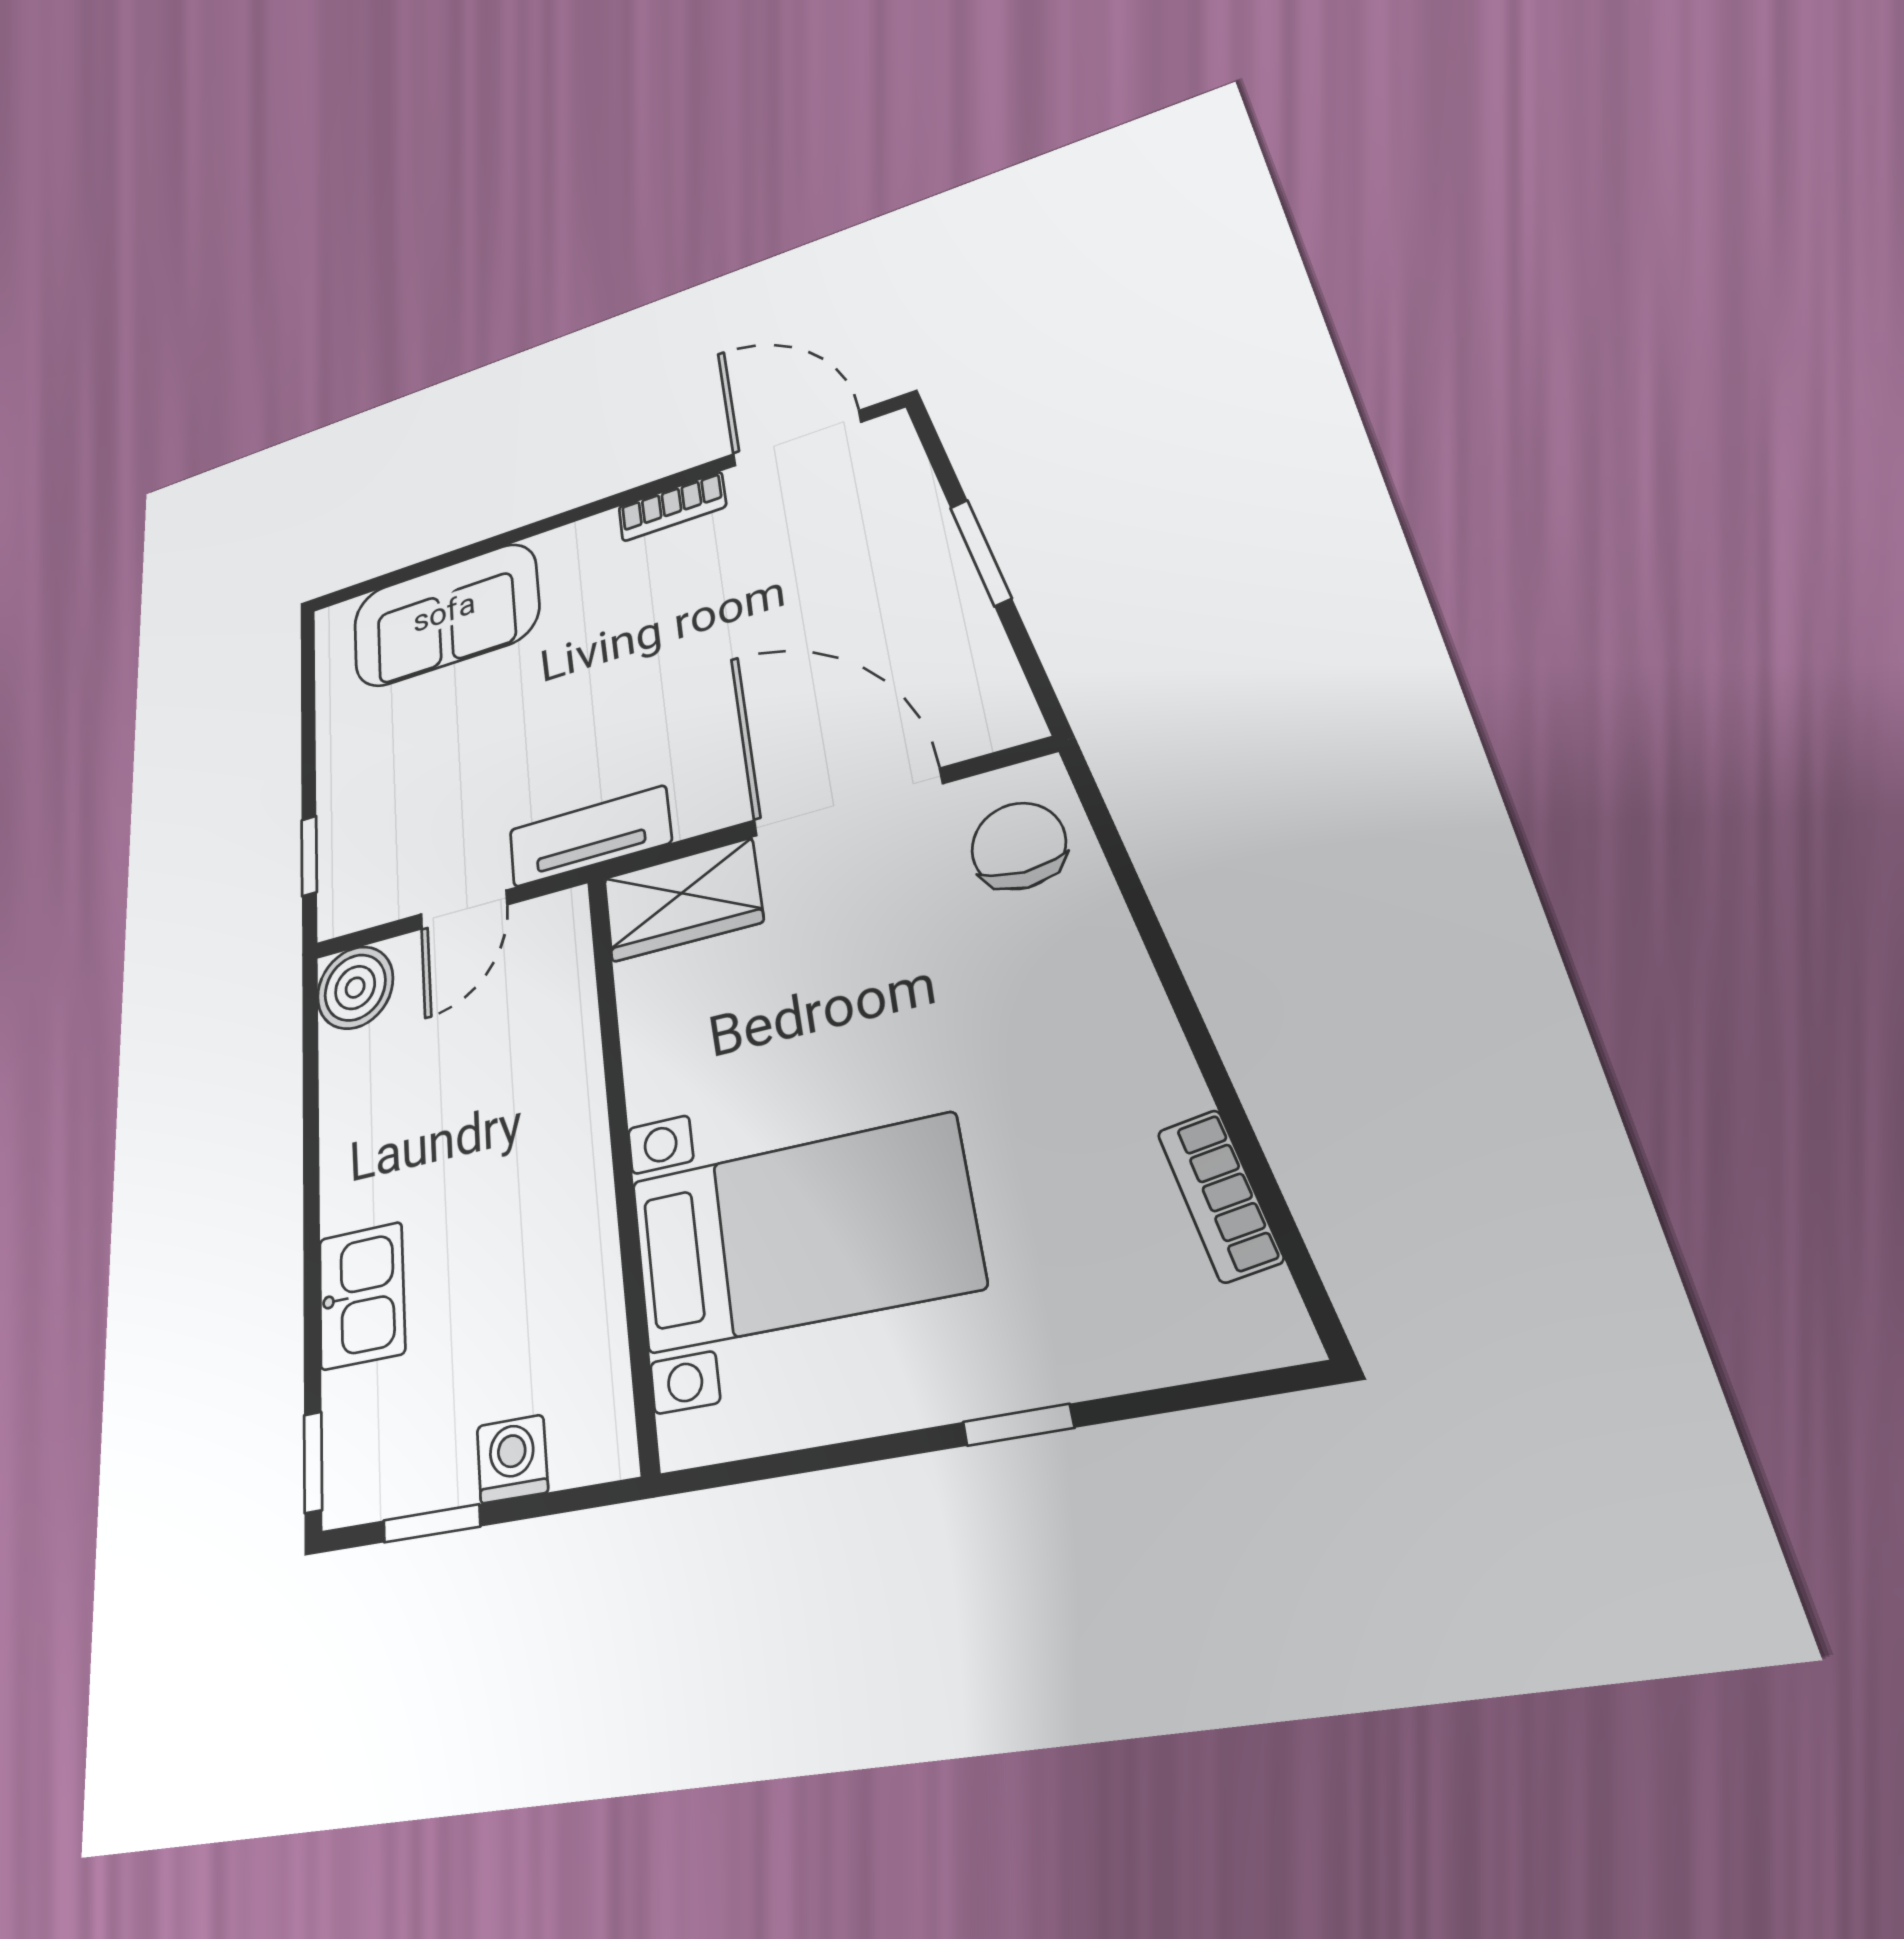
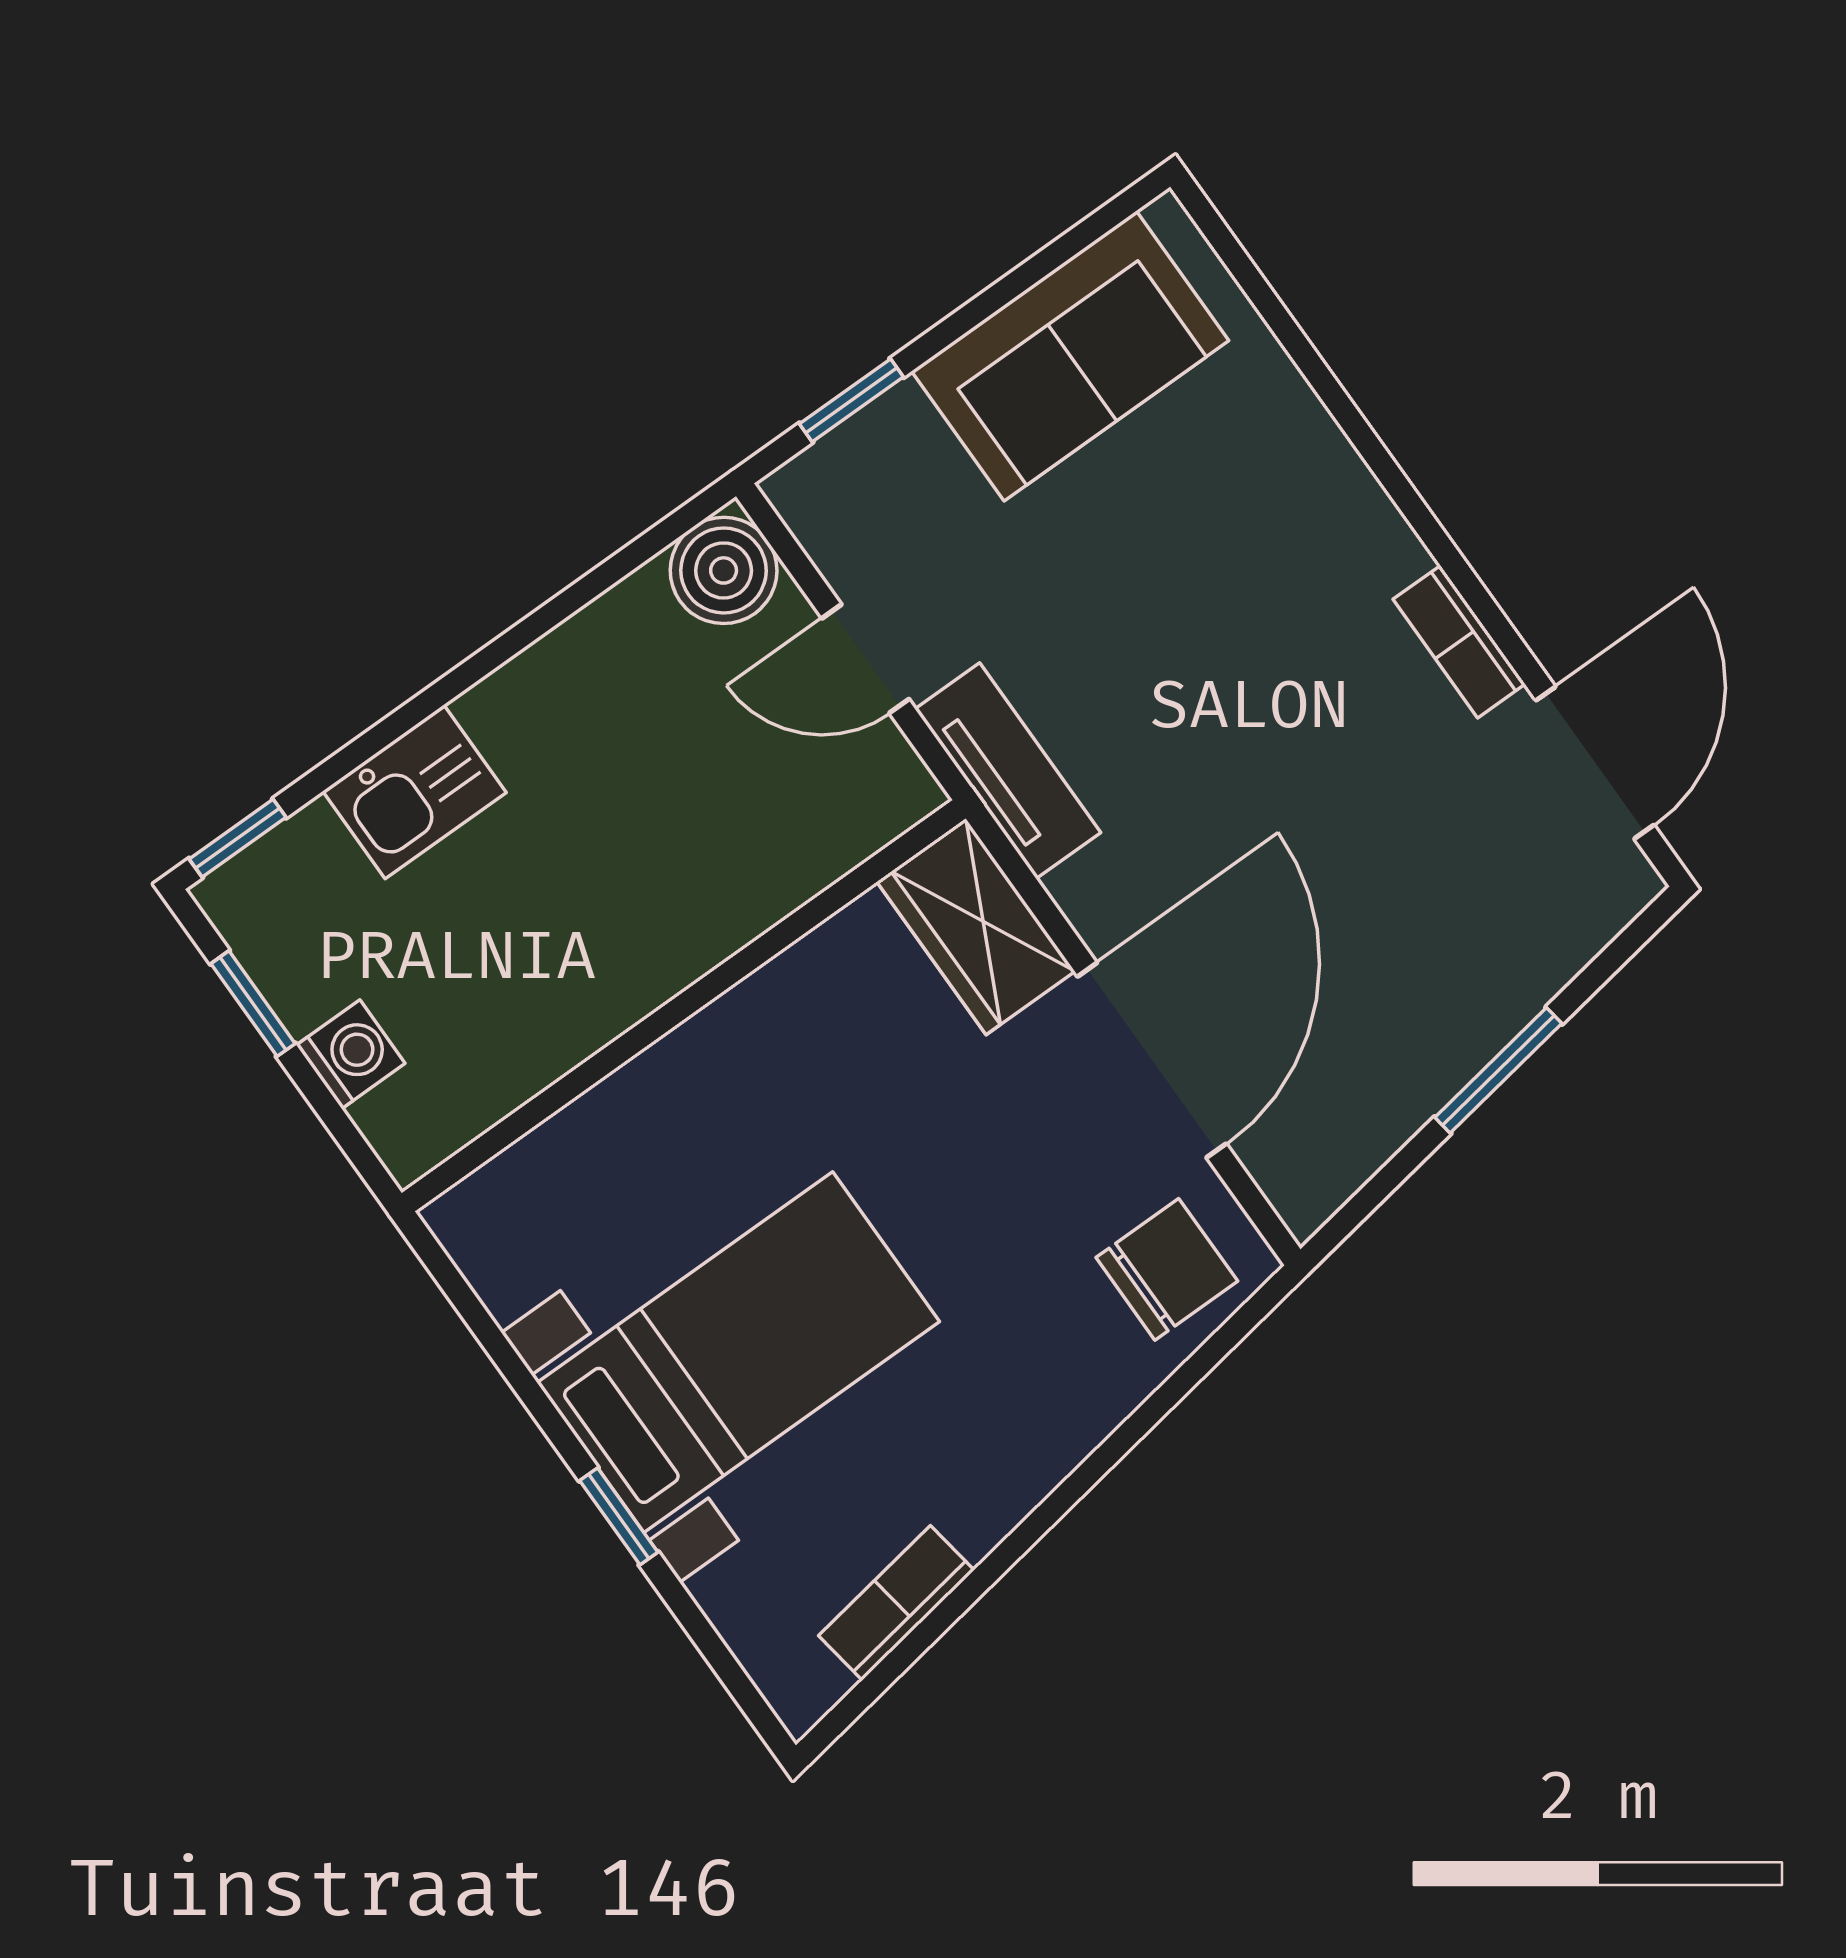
sofa: (445, 615) -> (1070, 356), moved, turned -90
bed with nightstands: (802, 1233) -> (738, 1352), moved, turned -90

